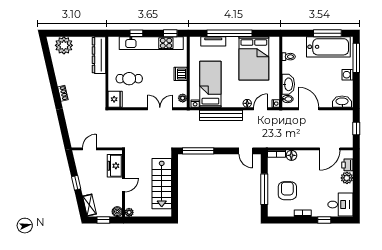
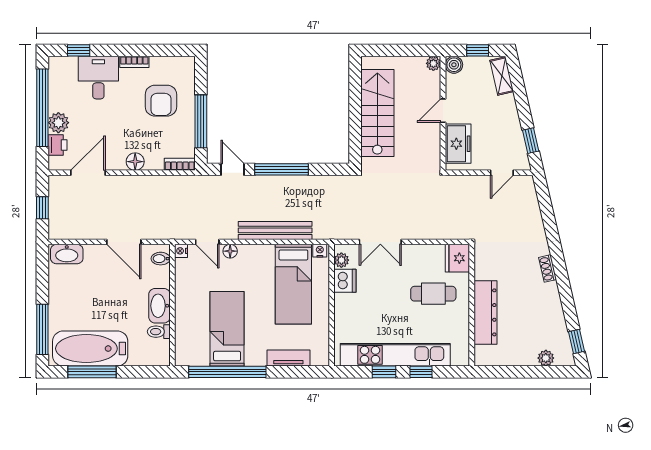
window: (170, 33) -> (384, 372), moved
window: (229, 33) -> (227, 372), moved
plant: (64, 45) -> (546, 358), width x0.53, depth x0.53
window: (46, 51) -> (577, 342), added
dresser: (99, 55) -> (485, 312), moved
bed: (254, 58) -> (227, 329), width x0.67
dishwasher: (181, 74) -> (345, 281), moved
washing machine: (348, 75) -> (57, 300), removed
washbasin: (288, 84) -> (159, 306), moved
door: (260, 109) -> (207, 242), hinge flipped
window: (198, 151) -> (282, 169), moved
floor lamp: (291, 155) -> (135, 162), moved
window: (76, 183) -> (531, 141), moved
window: (356, 187) -> (42, 108), added
window: (264, 189) -> (201, 121), moved
desk: (340, 205) -> (98, 78), moved, turned 90
window: (324, 220) -> (79, 50), moved

